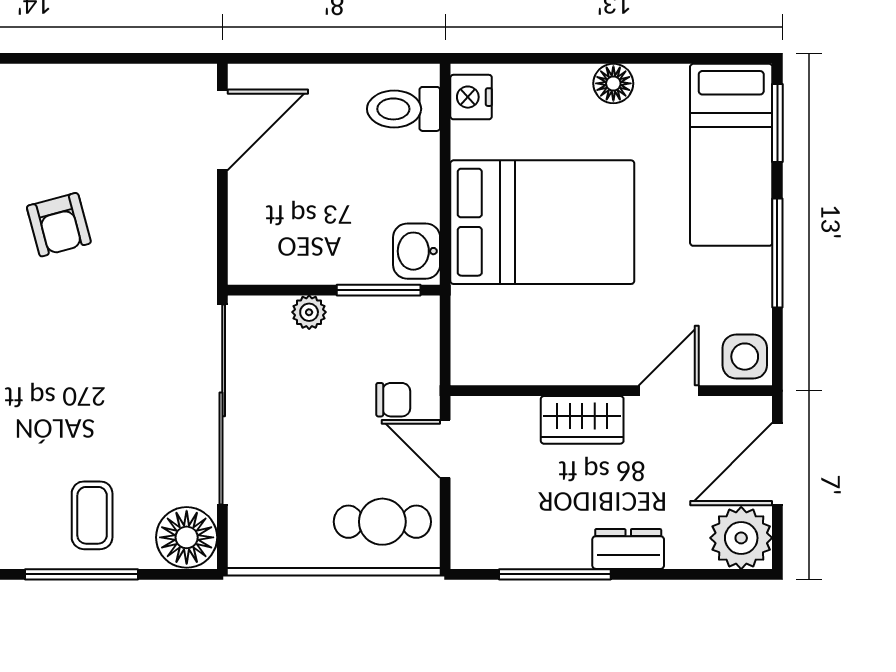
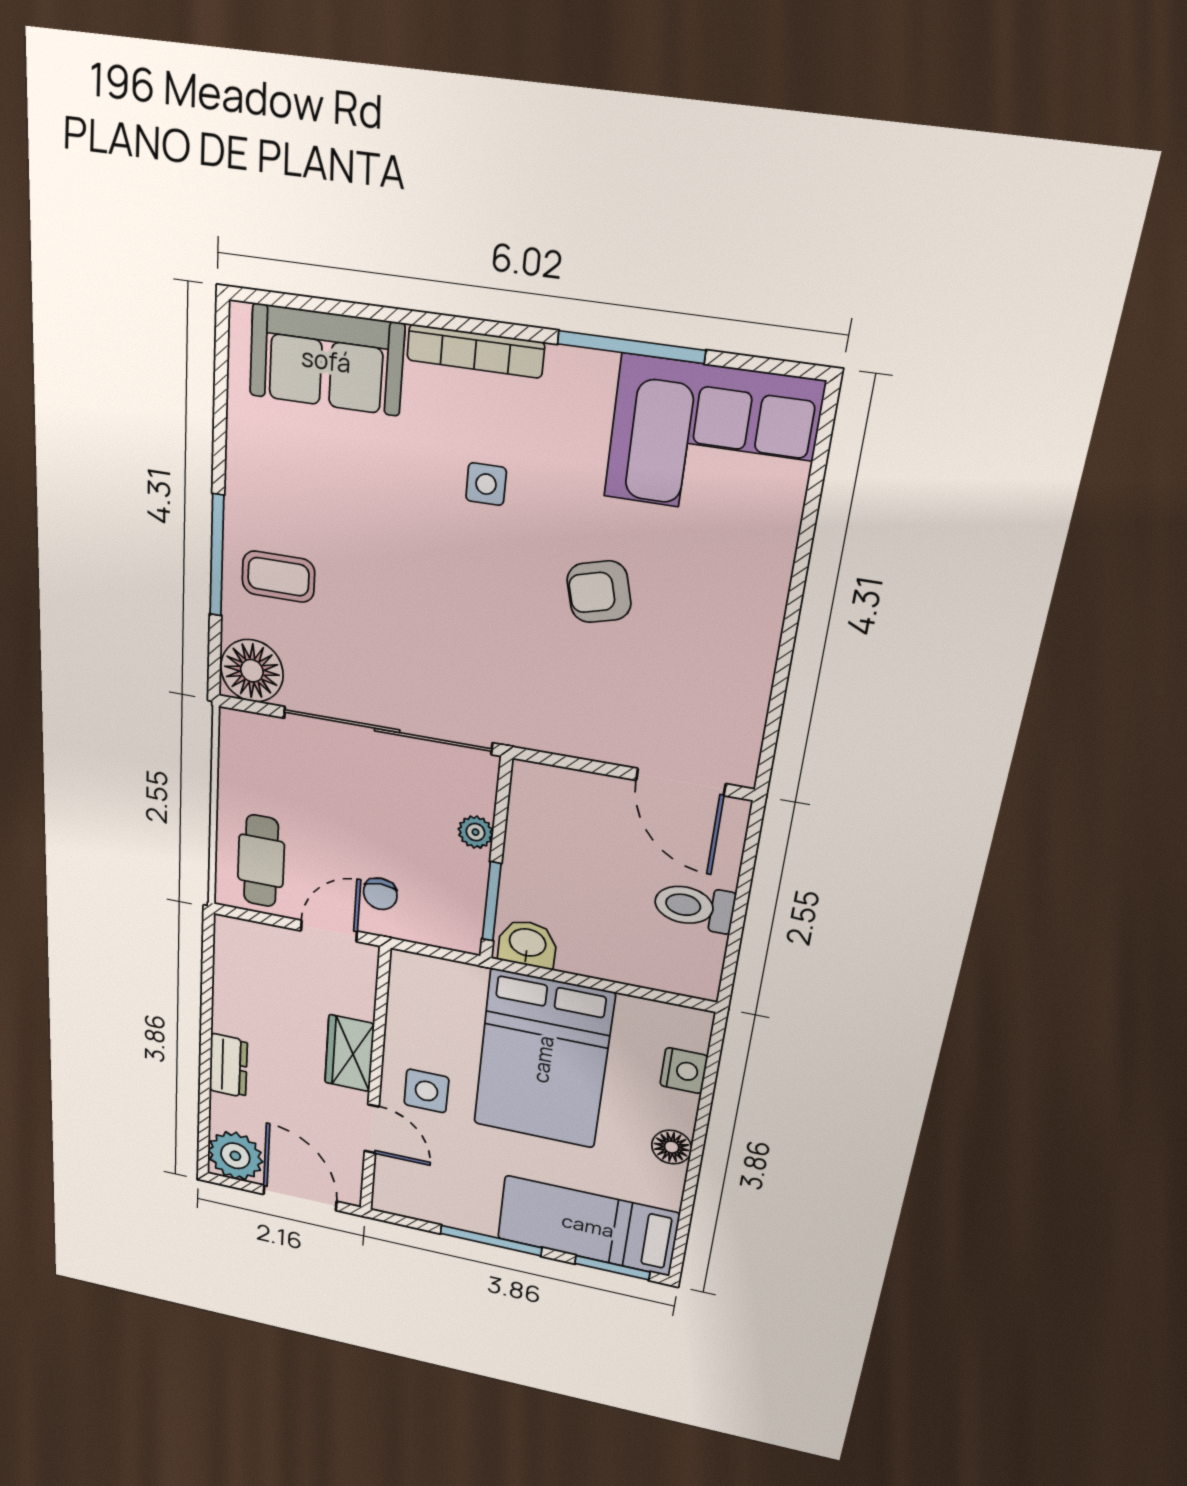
nightstand: (471, 97) -> (684, 1071), moved, turned 90
toilet: (404, 109) -> (694, 907), moved, turned -90
side table: (745, 357) -> (426, 1091), moved
window: (555, 574) -> (207, 1001), removed

